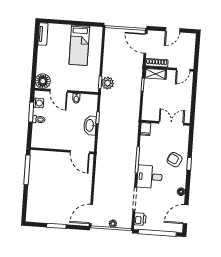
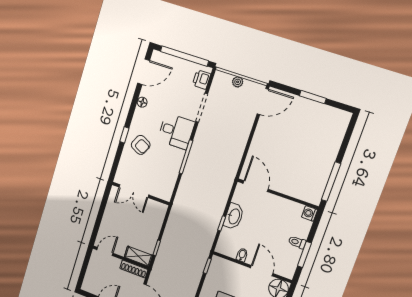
plant: (108, 83) -> (198, 262), removed
washing machine: (39, 103) -> (310, 213), moved
filing cabinet: (146, 129) -> (166, 192), removed

